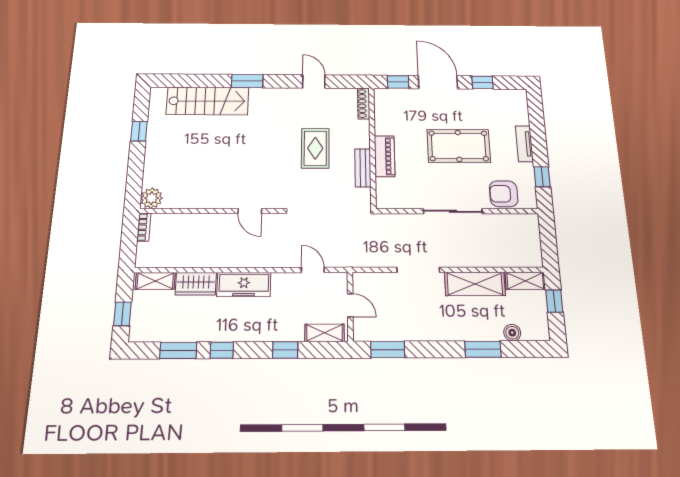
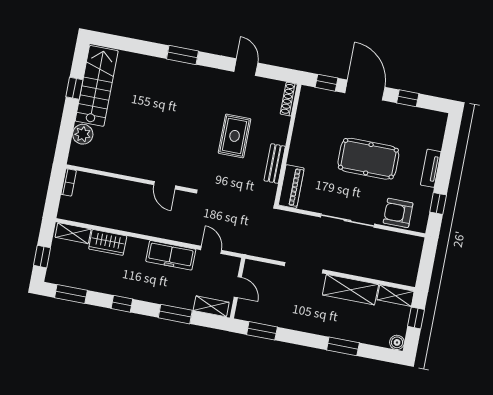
stairs: (208, 101) -> (97, 86), moved, turned -90
piano: (385, 156) -> (291, 186), moved
plant: (151, 198) -> (83, 134), moved
freezer: (244, 284) -> (171, 255), moved
boiler: (512, 333) -> (397, 342), moved
window: (178, 350) -> (71, 294), moved
window: (285, 350) -> (175, 314), width x1.50

